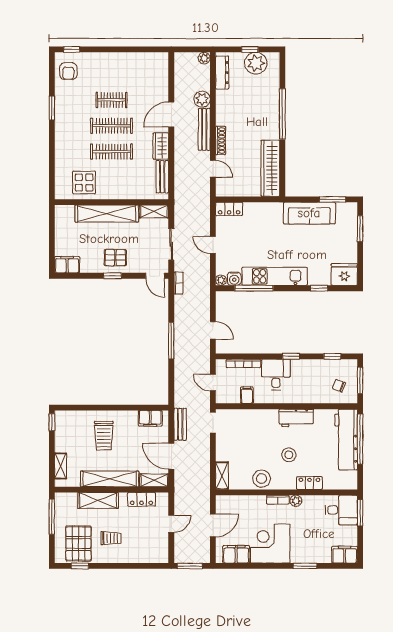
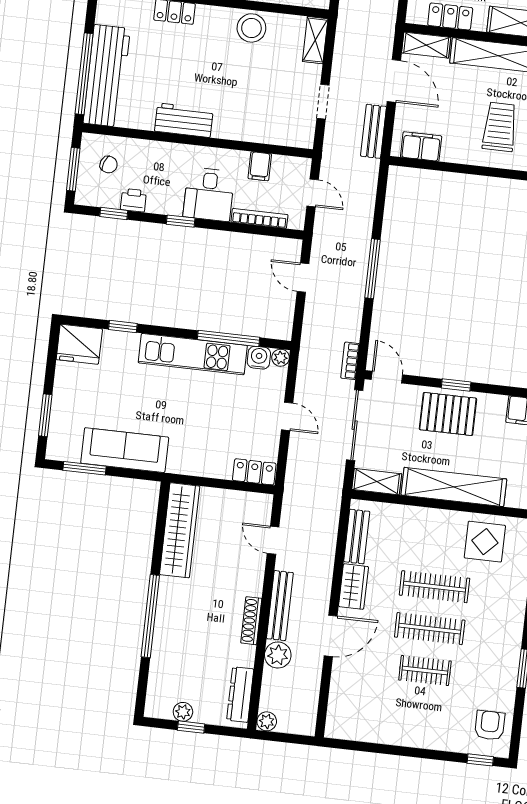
plant: (256, 63) -> (183, 712), width x0.53, depth x0.53
shoe rack: (221, 141) -> (251, 621), moved
sliding door: (171, 244) -> (355, 425), width x1.37
pallet: (115, 258) -> (448, 414), width x1.50, depth x1.42
printer: (321, 366) -> (133, 200), added
doorway: (213, 423) -> (323, 102), moved
stool: (289, 455) -> (203, 62), removed

